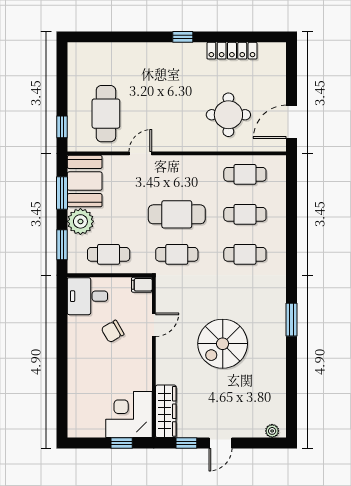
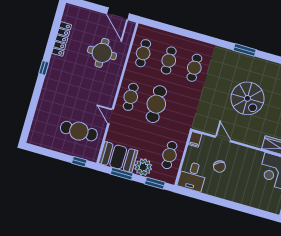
cafe table: (177, 254) -> (131, 97), moved

